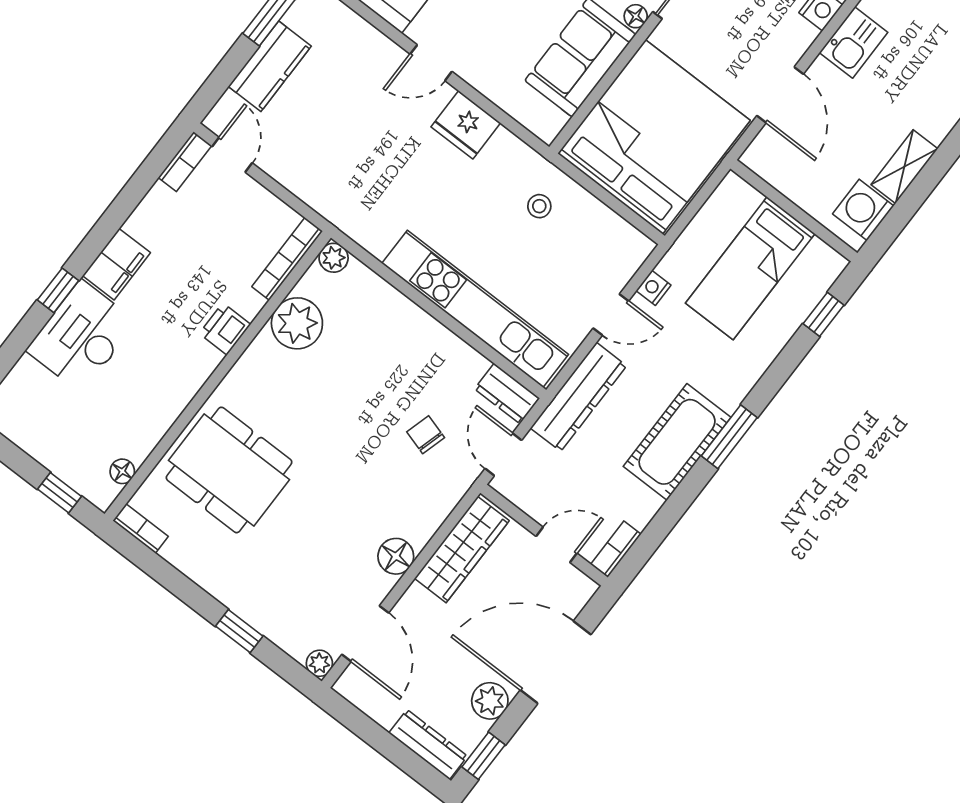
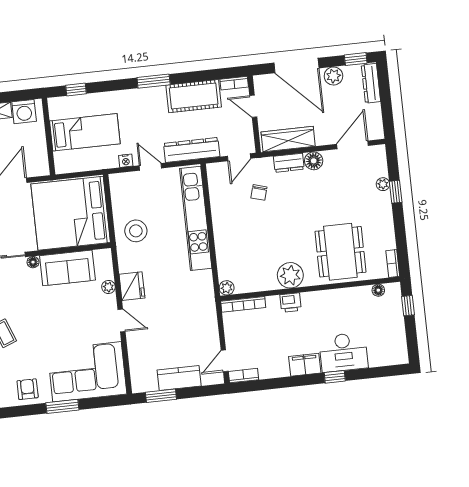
plant: (497, 90) -> (108, 287), added
stool: (539, 206) -> (136, 231), width x1.89, depth x1.89
plant: (297, 323) -> (290, 275), moved
dresser: (507, 394) -> (289, 163), moved, turned 90
cot: (677, 442) -> (194, 96), moved
plant: (319, 663) -> (383, 184), moved

